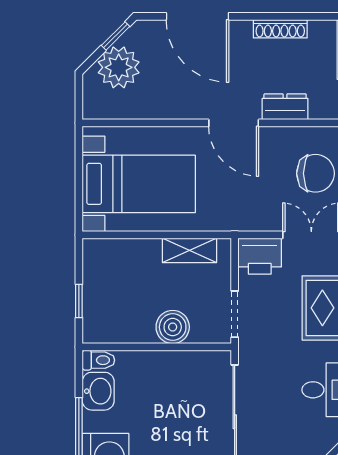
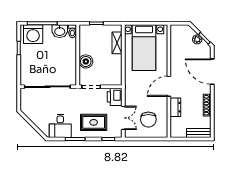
door: (197, 16) -> (212, 72), hinge flipped
plant: (119, 67) -> (197, 39), width x0.53, depth x0.53
shelving: (189, 250) -> (117, 43), moved

